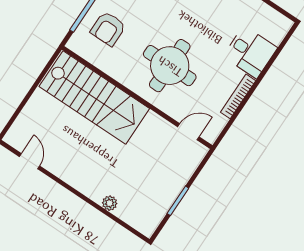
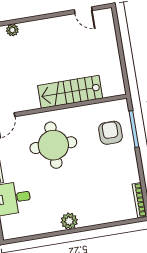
stairs: (94, 97) -> (70, 92), width x0.73, depth x0.66

